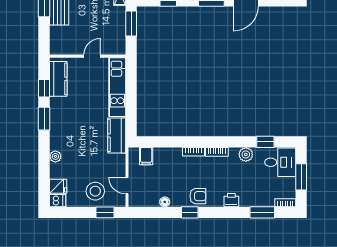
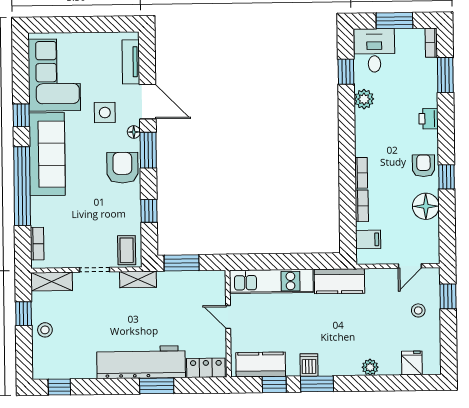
locker: (56, 40) -> (206, 368), added
bookcase: (217, 152) -> (362, 206), moved
stool: (95, 191) -> (418, 310), width x0.53, depth x0.53
dishwasher: (58, 201) -> (309, 365), moved
floor lamp: (165, 202) -> (426, 206), width x1.89, depth x1.89

